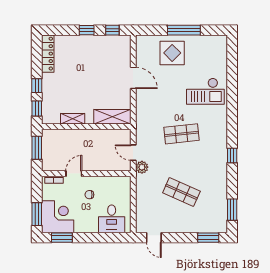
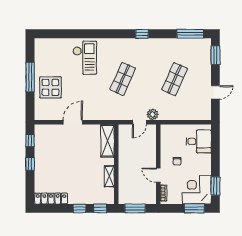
shop shelf: (181, 134) -> (123, 79), turned 30
window: (232, 210) -> (190, 34), width x1.44
door: (154, 238) -> (215, 92), moved

